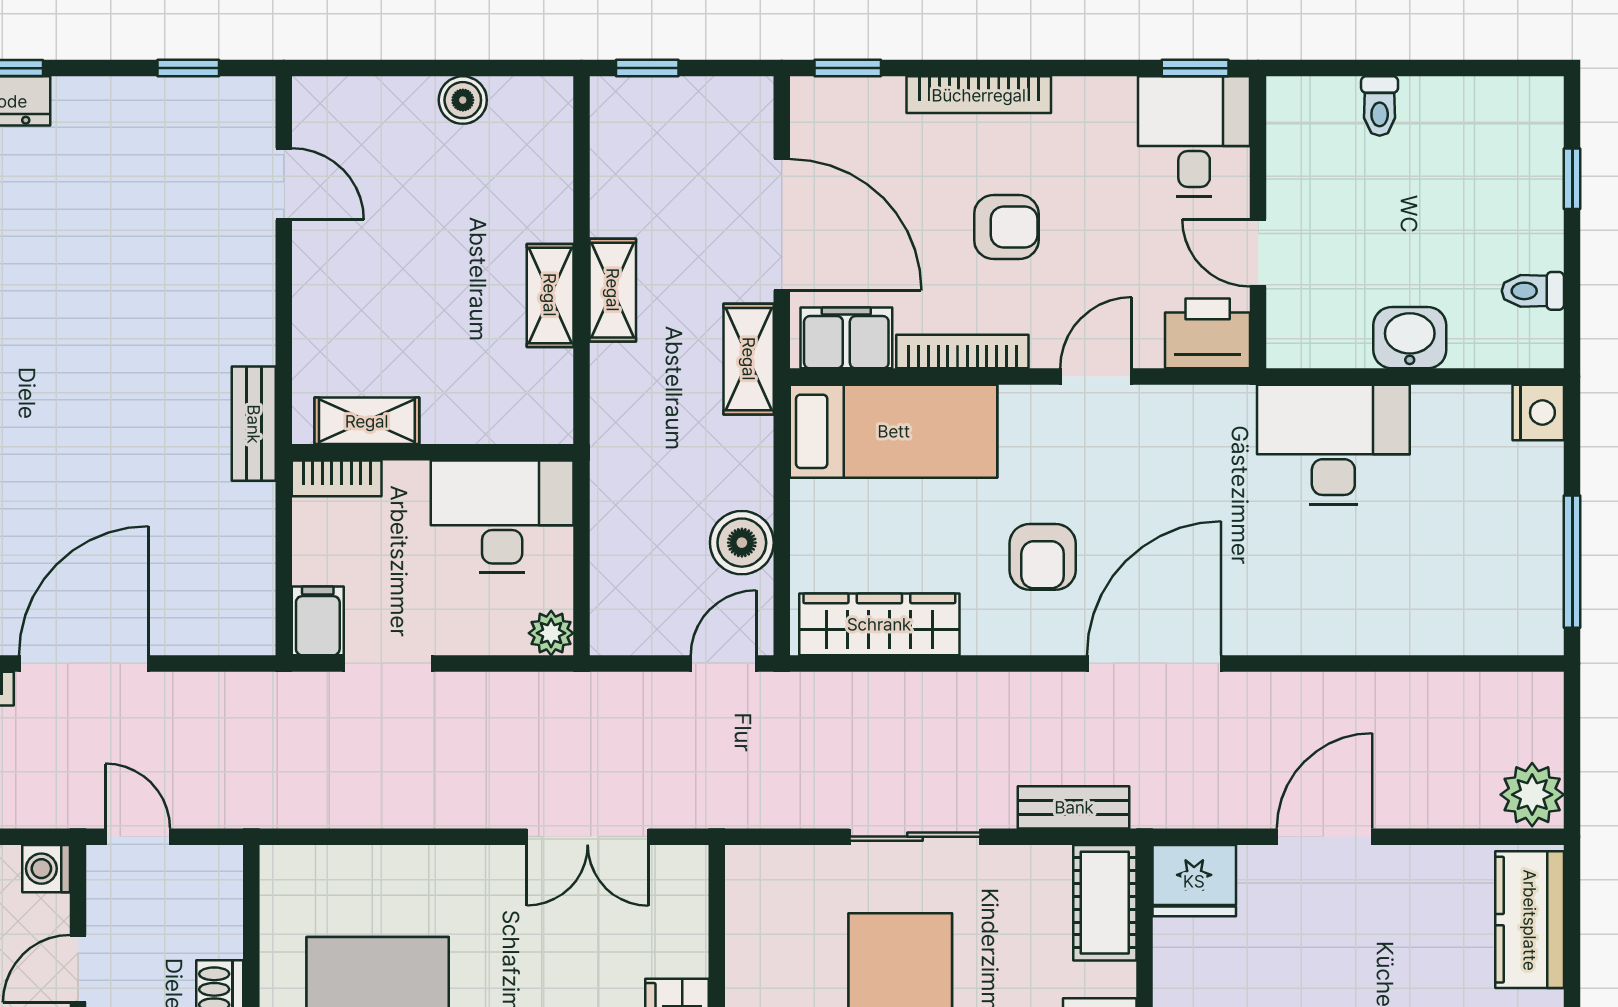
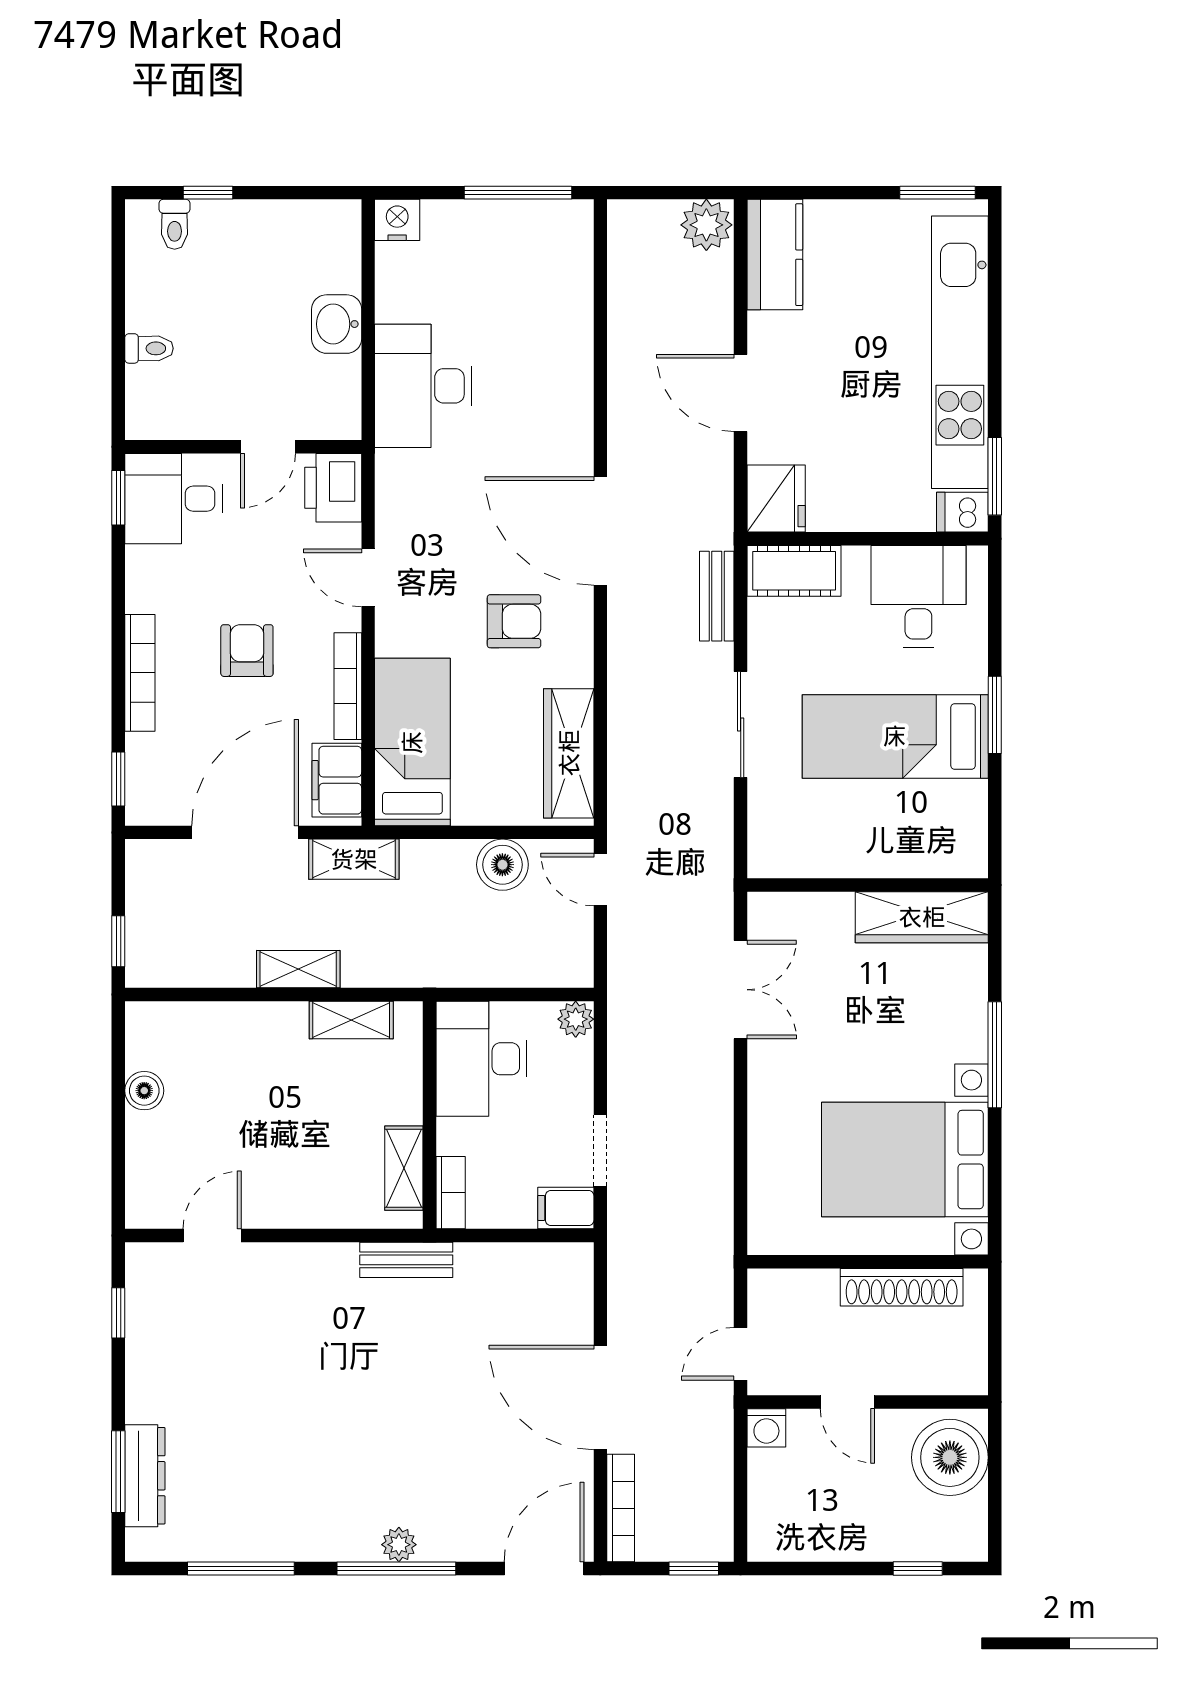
toilet: (1533, 291) -> (175, 224), moved
shelving: (550, 295) -> (351, 1020), moved
kitchen counter: (1530, 920) -> (775, 255), moved, turned -90

